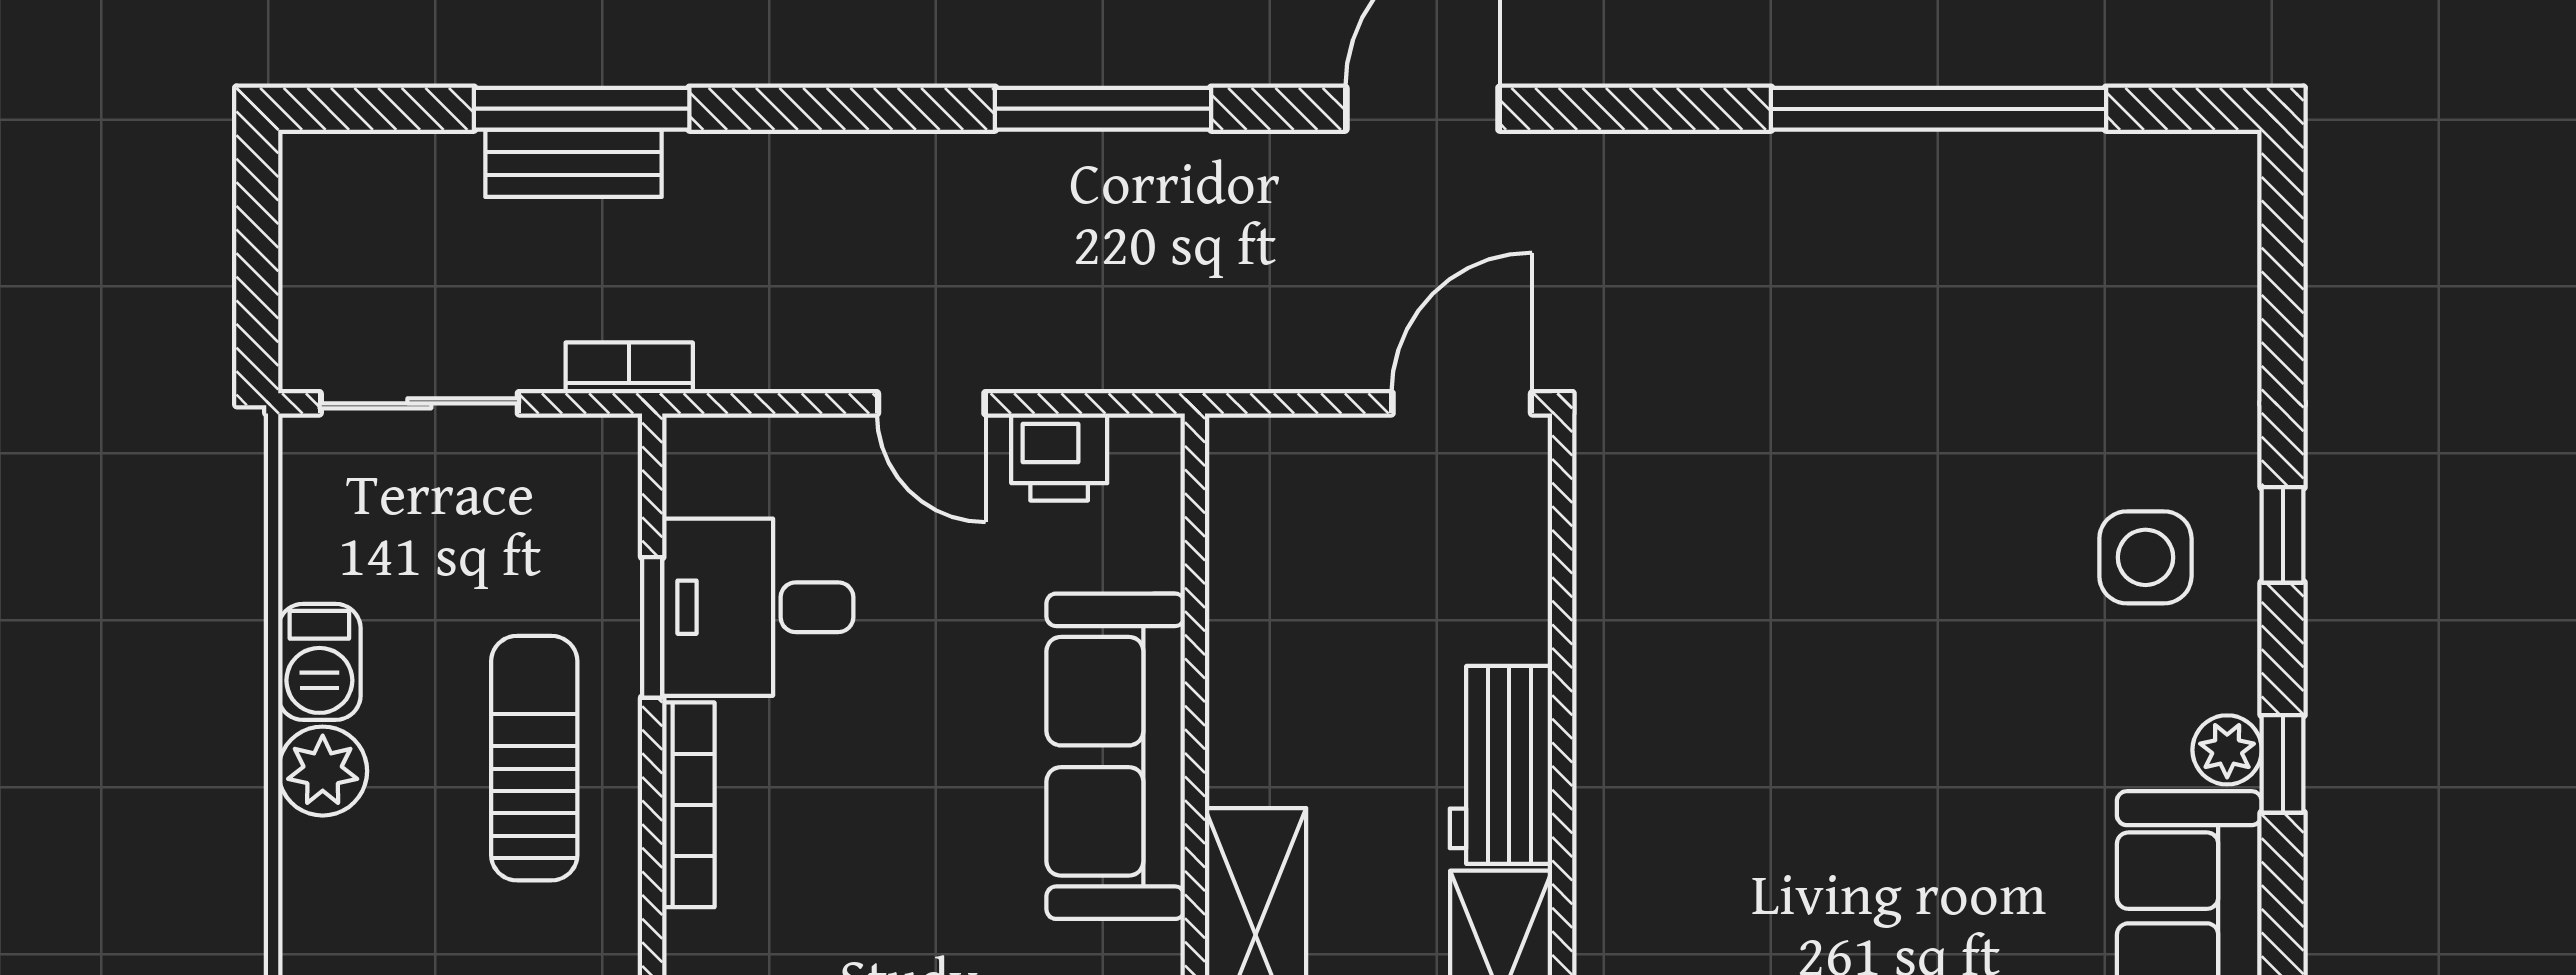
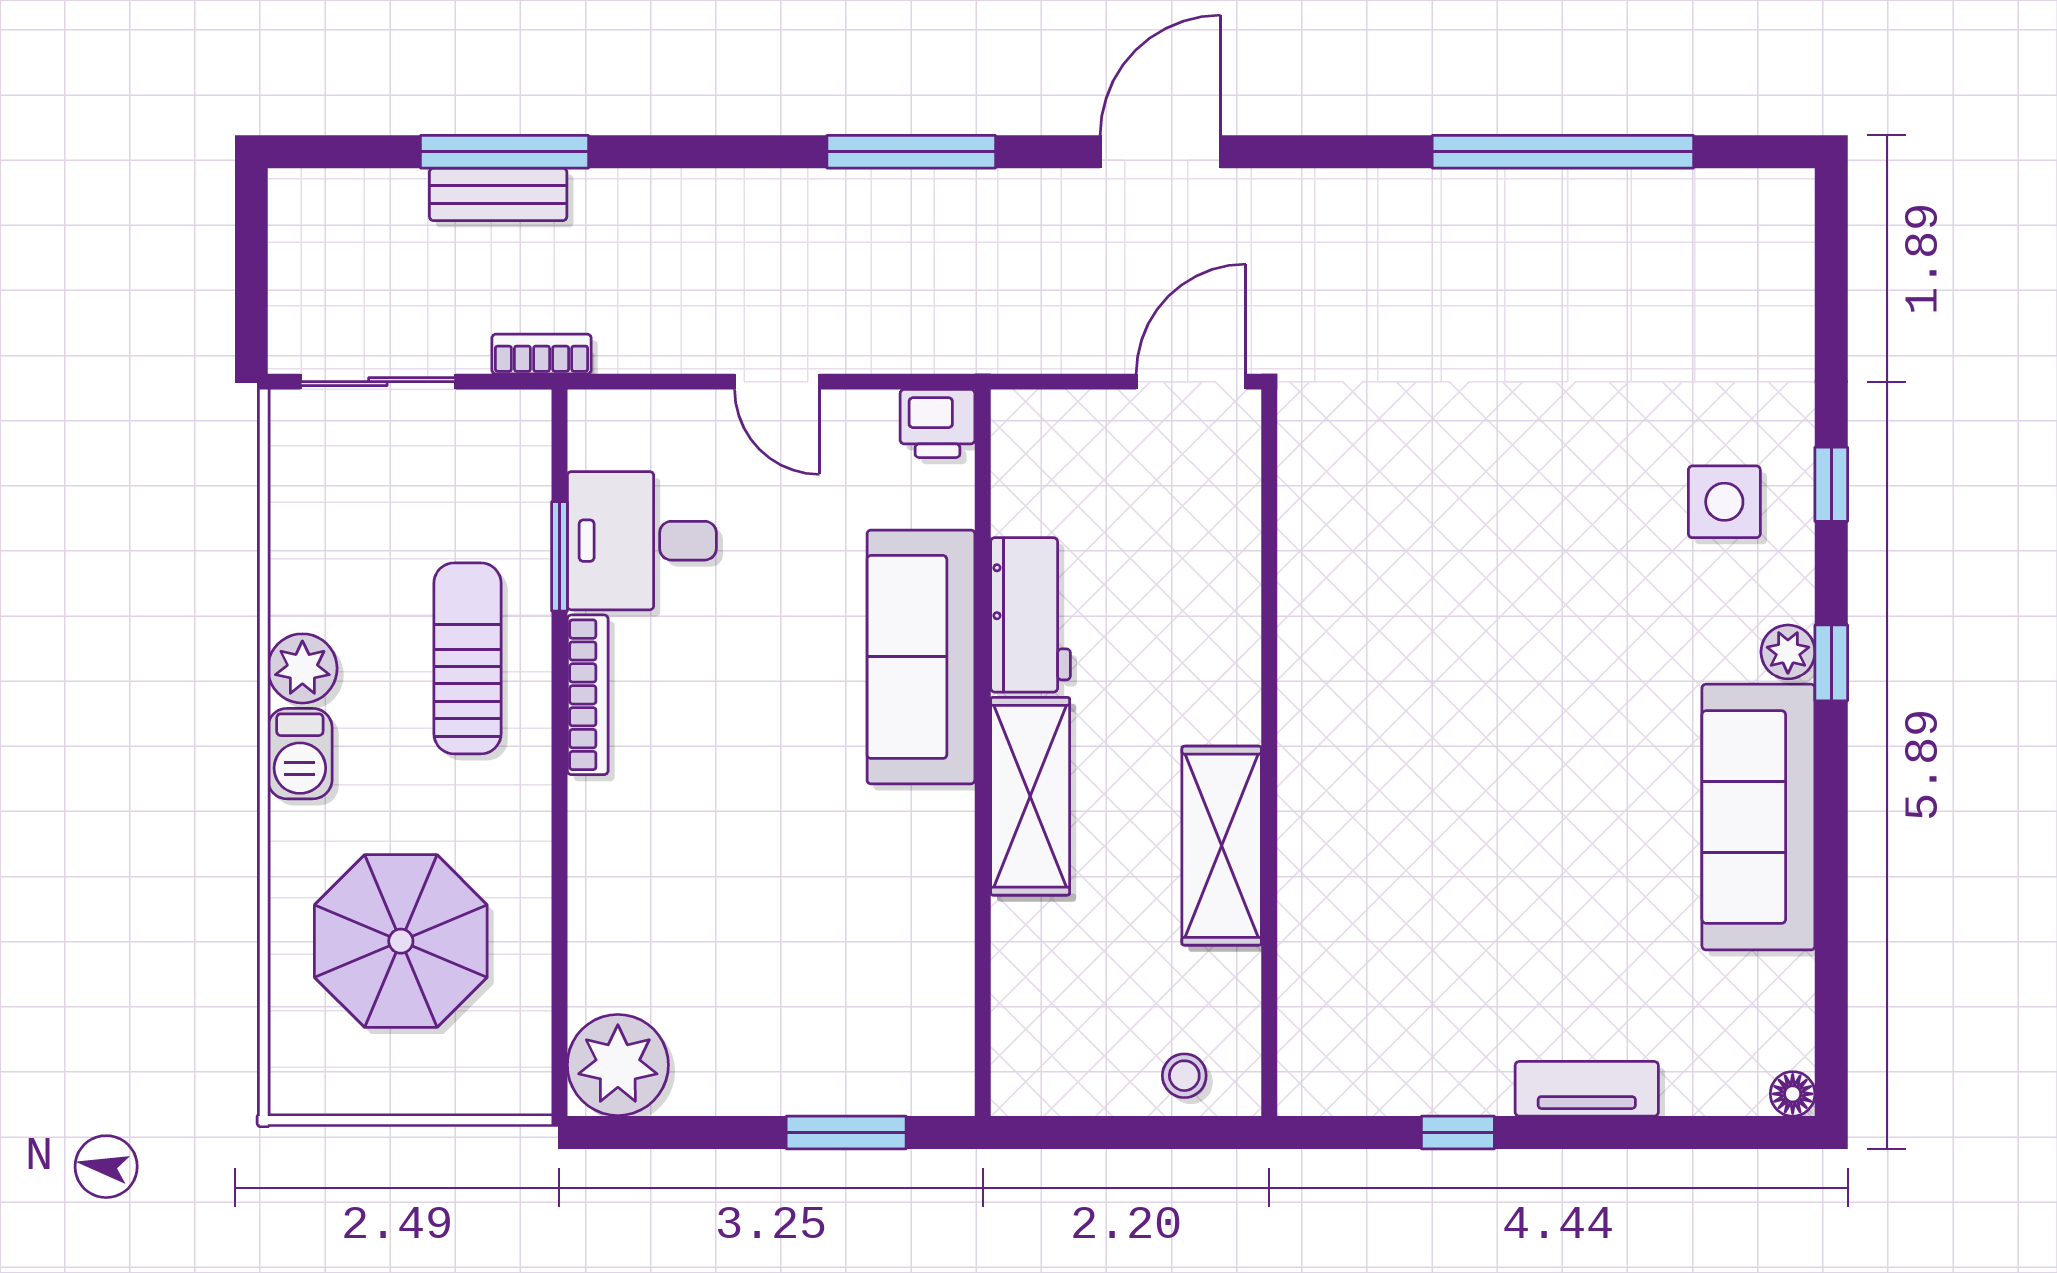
printer: (1059, 457) -> (937, 423), moved
barbecue: (319, 662) -> (300, 754), moved
workbench: (1501, 765) -> (1030, 615), moved, turned 180

